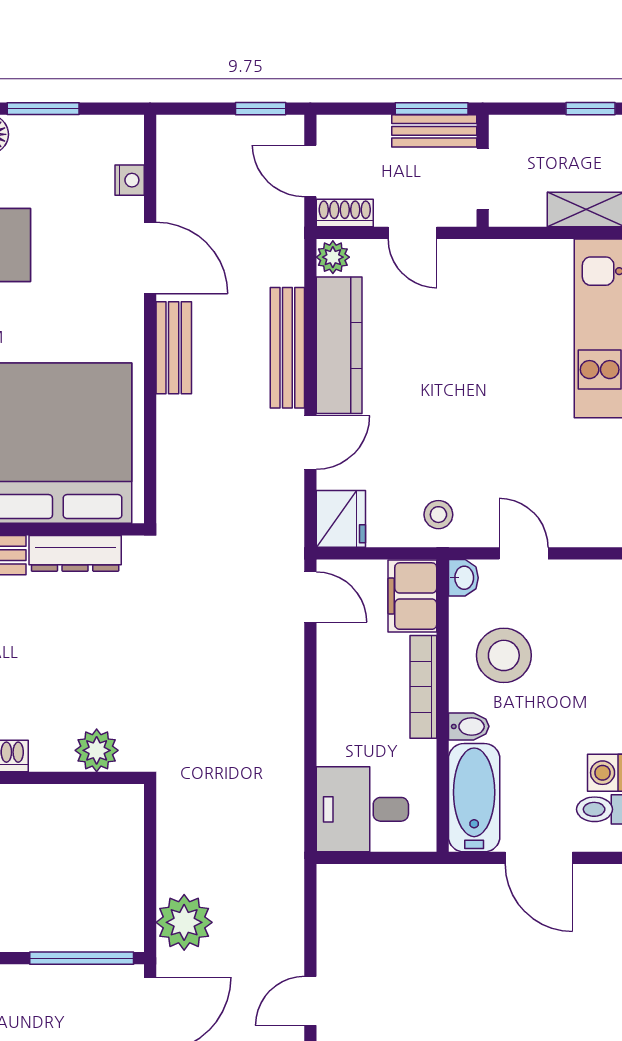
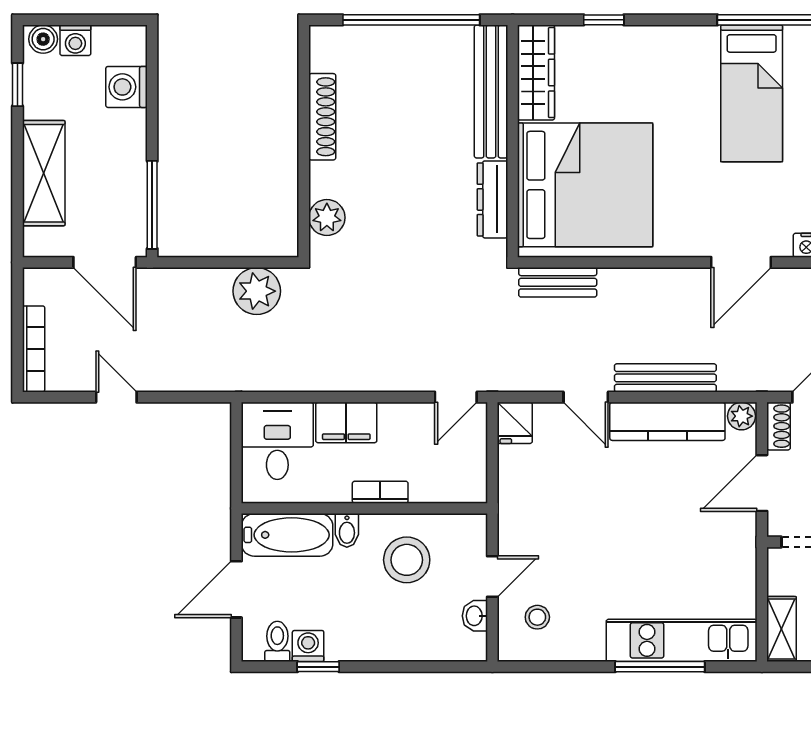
door: (413, 233) -> (762, 483), width x1.38
bench: (174, 348) -> (558, 282), moved
stool: (438, 515) -> (537, 617), moved
fridge: (341, 519) -> (515, 423), width x0.72
washbasin: (463, 578) -> (475, 616), moved, turned 90
filing cabinet: (412, 596) -> (346, 422), moved, turned 180
bookcase: (423, 687) -> (380, 492), width x0.64
plant: (184, 922) -> (257, 291), moved

